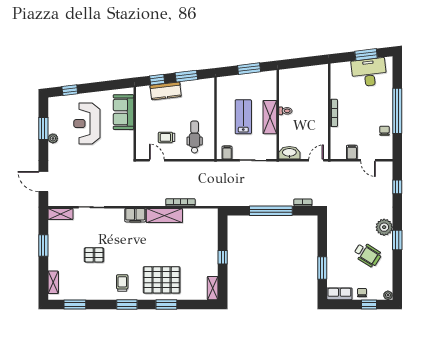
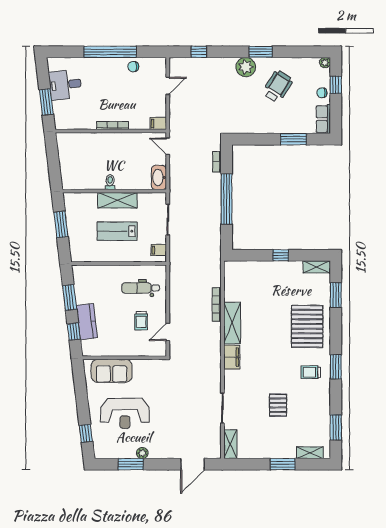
window: (366, 55) -> (46, 102), moved
desk: (369, 72) -> (65, 85), width x0.73
filing cabinet: (352, 152) -> (158, 123), moved
window: (43, 245) -> (283, 464), moved
window: (166, 304) -> (336, 295), moved

